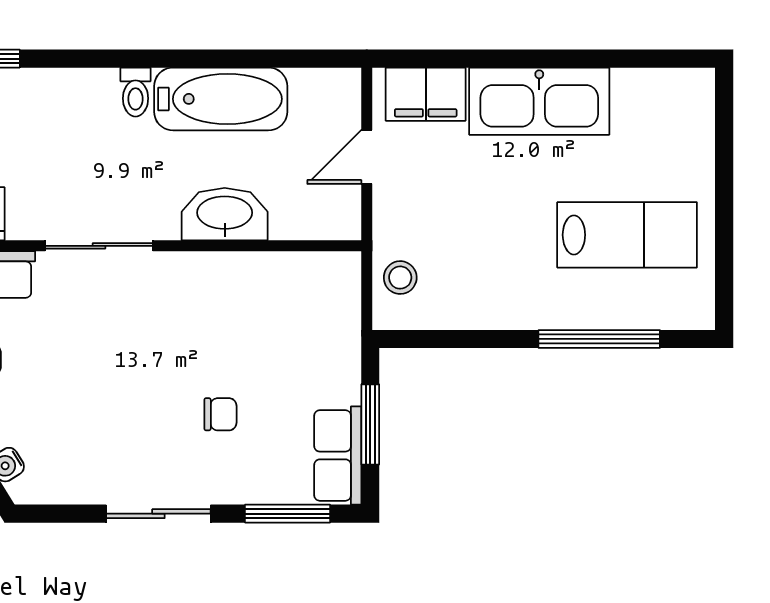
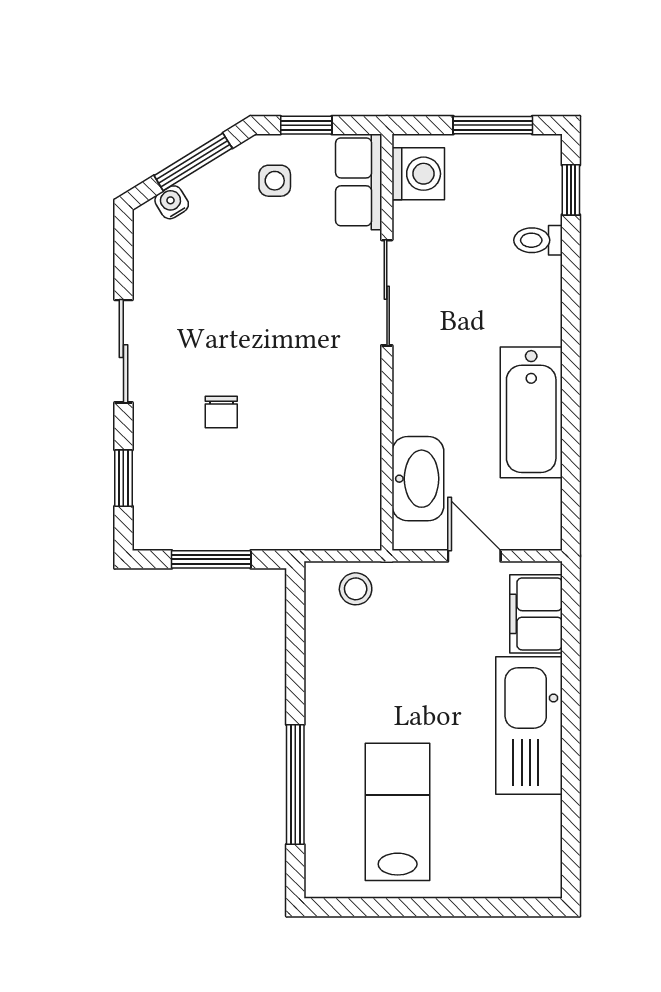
toilet: (136, 92) -> (538, 240), moved
washbasin: (225, 214) -> (418, 479), moved
lab bench: (627, 235) -> (398, 812), turned 180
row of seats: (338, 455) -> (181, 527), removed
window: (288, 514) -> (123, 478), width x0.67

